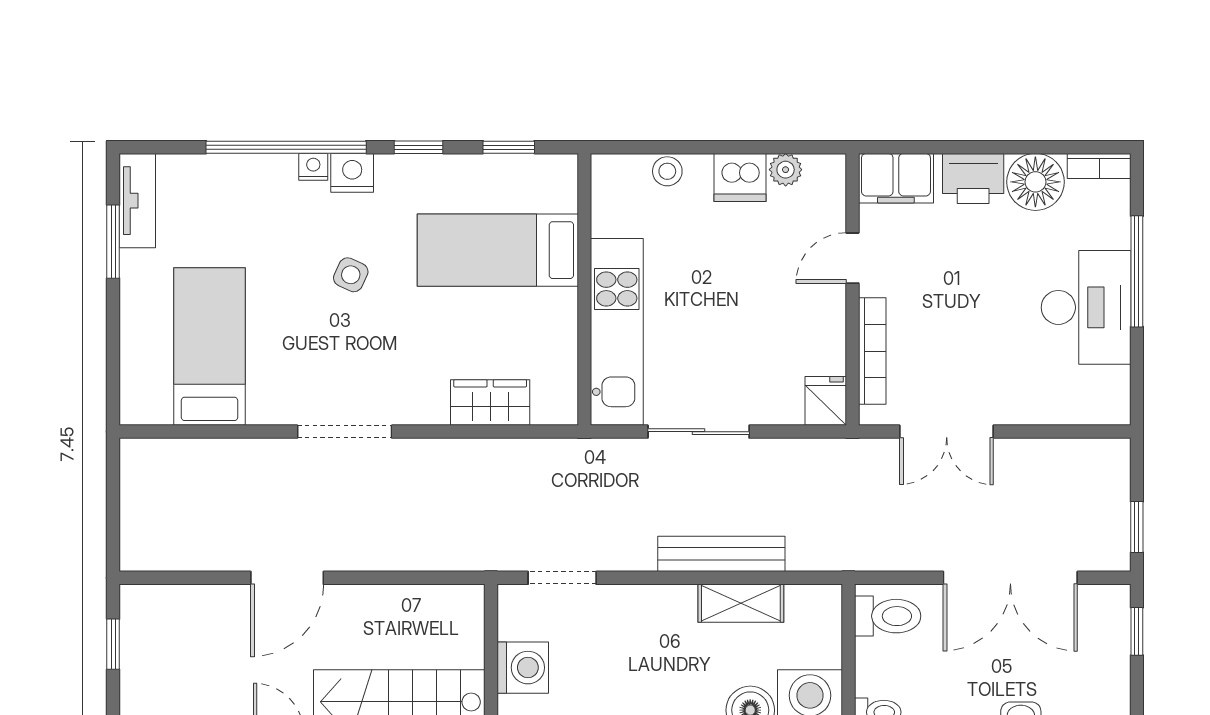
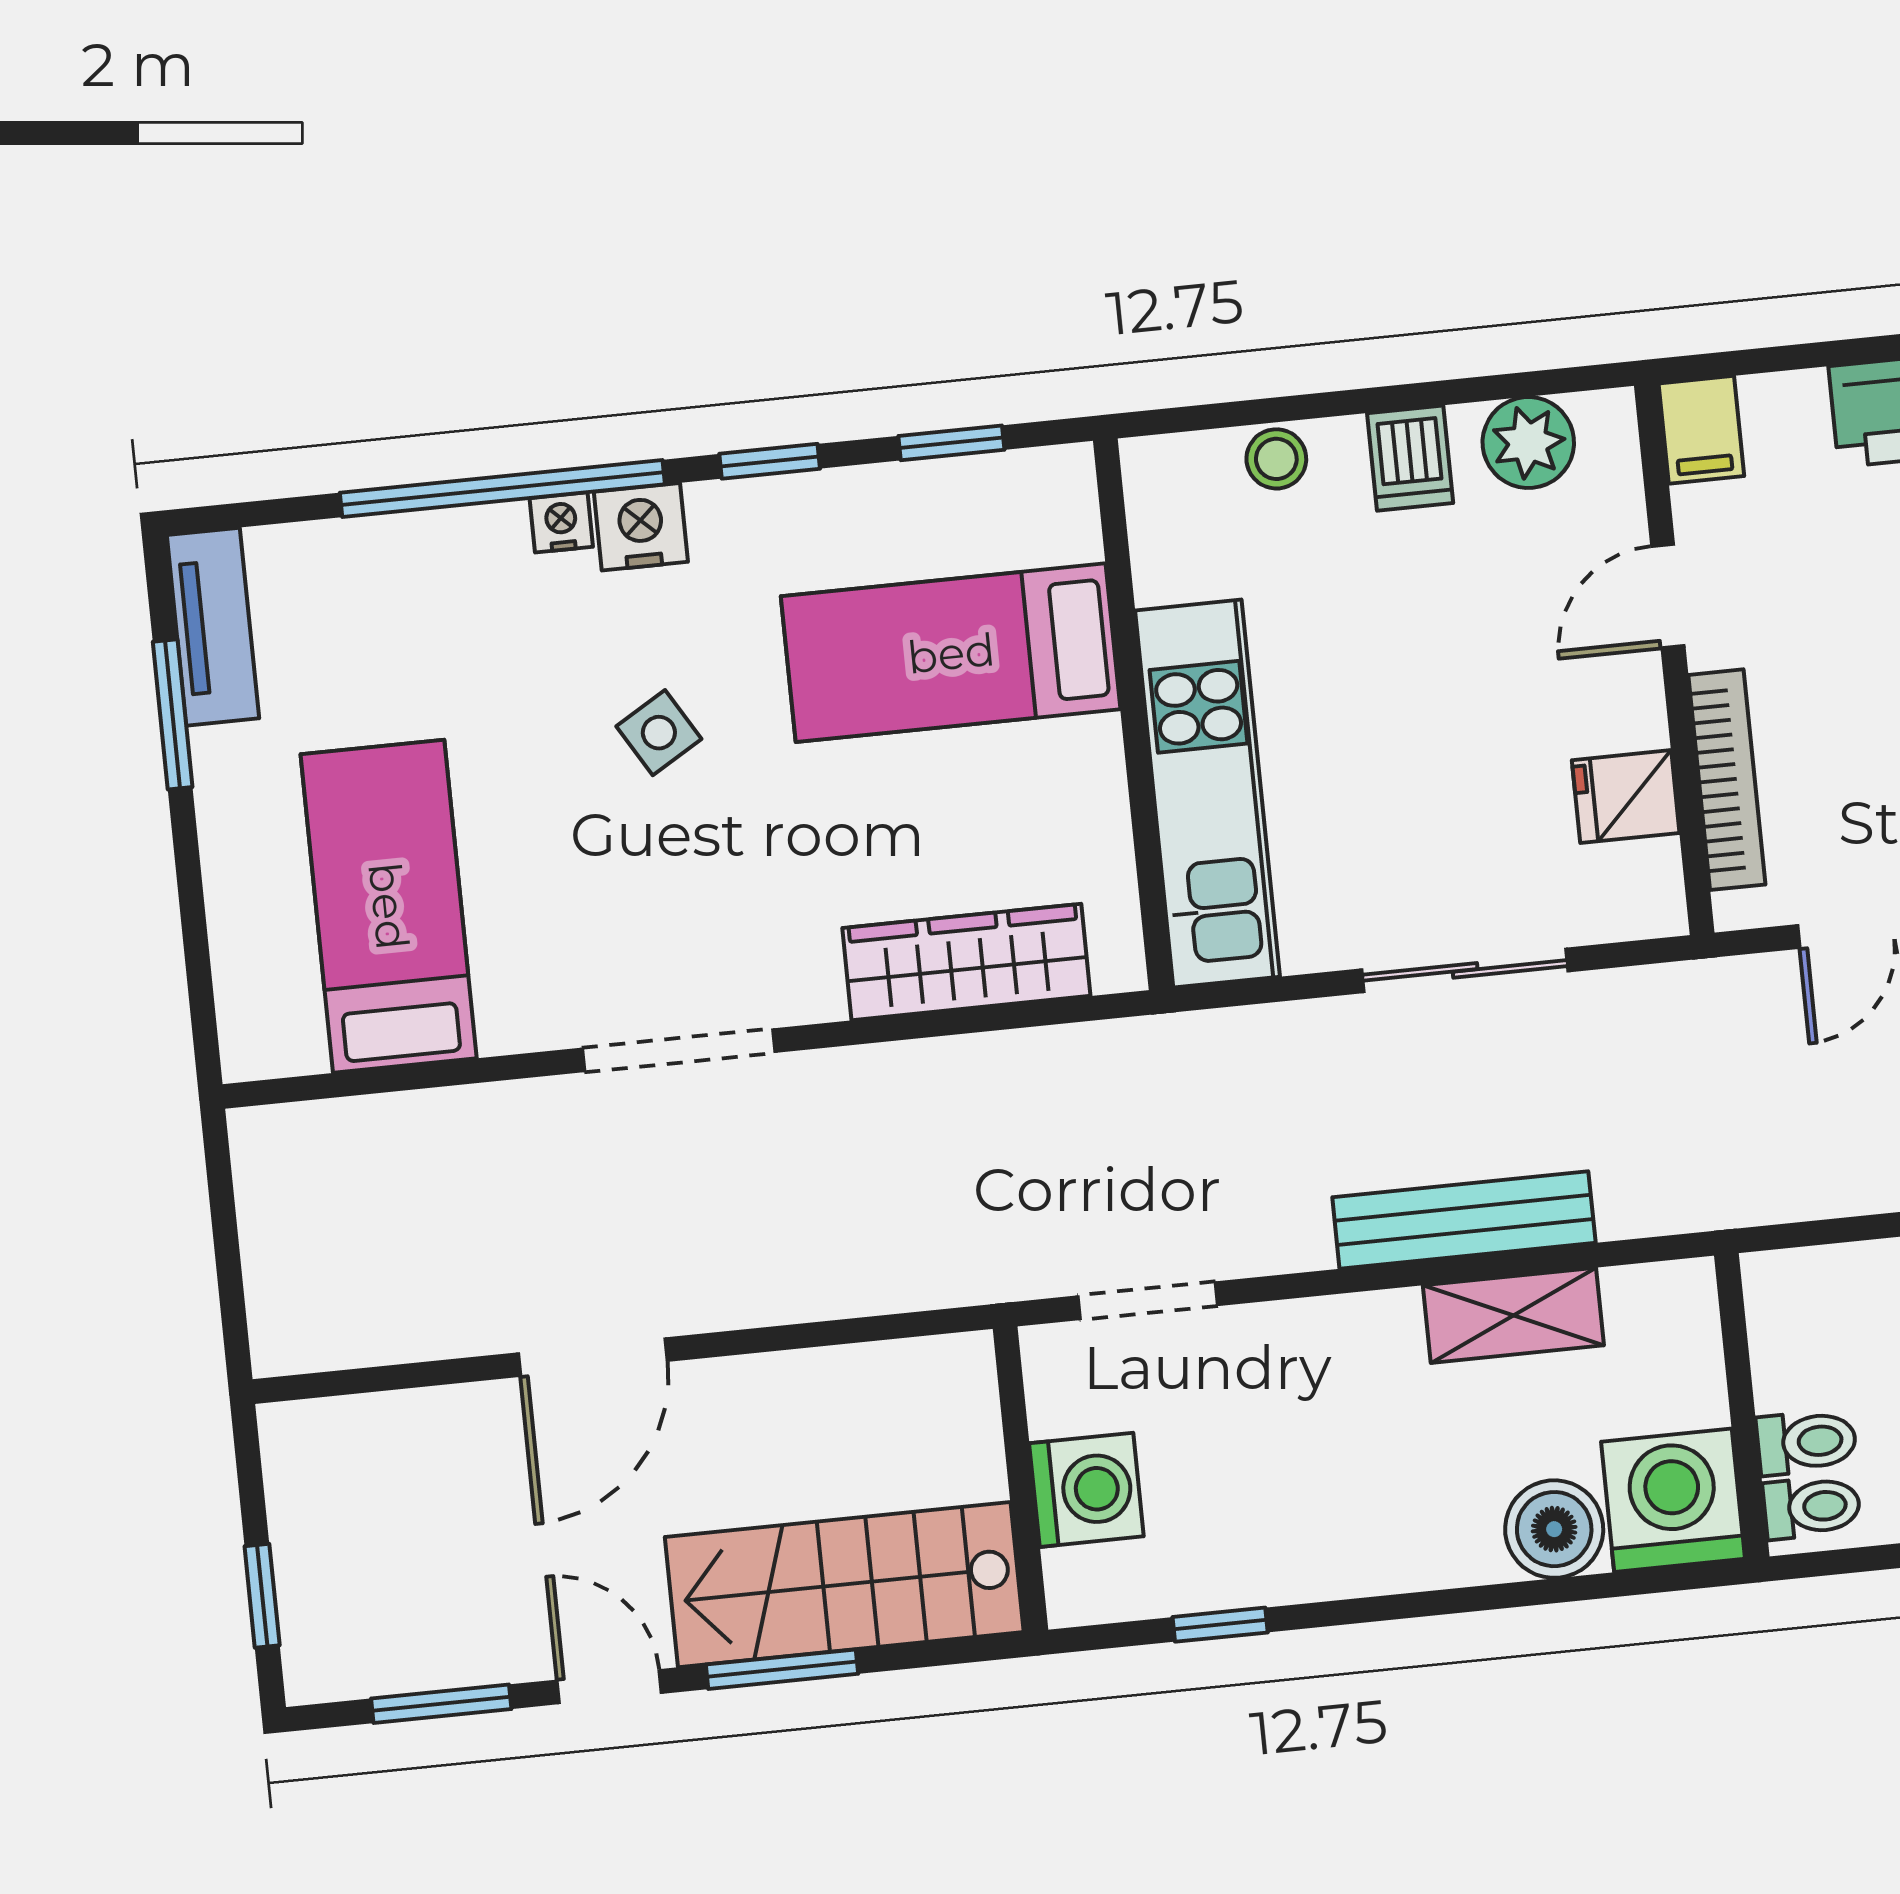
plant: (786, 170) -> (1528, 443), width x1.38, depth x1.38
dishwasher: (740, 178) -> (1410, 458), width x0.73
filing cabinet: (896, 178) -> (1701, 430), width x0.50
side table: (351, 275) -> (659, 733), turned 34
fridge: (826, 401) -> (1626, 797), moved, turned -90
wardrobe: (490, 403) -> (966, 962), width x1.50
sliding door: (699, 432) -> (1465, 970), moved
toilet: (888, 616) -> (1807, 1442), moved, width x0.73, depth x0.72
window: (113, 644) -> (262, 1596), moved

